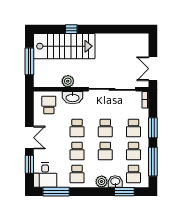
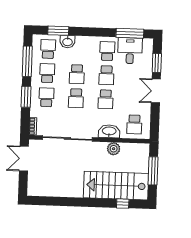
window: (71, 29) -> (123, 204), moved
double door: (153, 69) -> (24, 159), swing flipped
school desk: (77, 128) -> (106, 99), turned 180
school desk: (105, 128) -> (76, 98), turned 180
school desk: (77, 151) -> (106, 75), turned 180
school desk: (105, 151) -> (77, 74), turned 180
desk: (45, 175) -> (130, 51), moved
plant: (102, 182) -> (82, 42), removed

